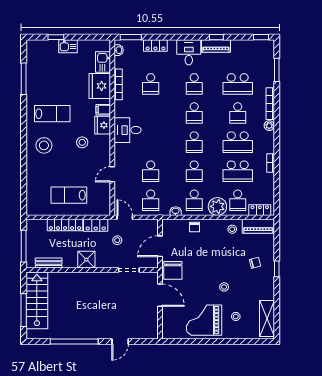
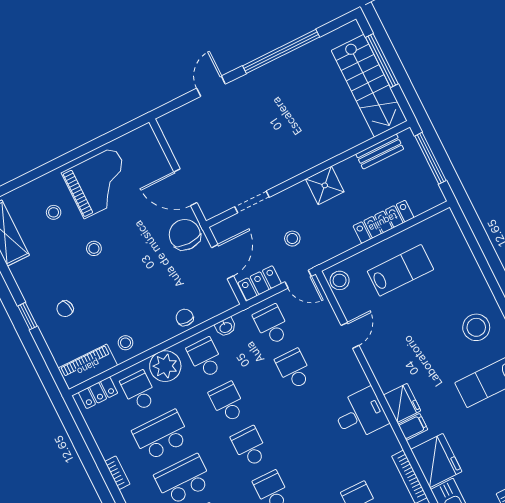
stool: (82, 142) -> (340, 280), moved
locker: (96, 225) -> (260, 283), moved

